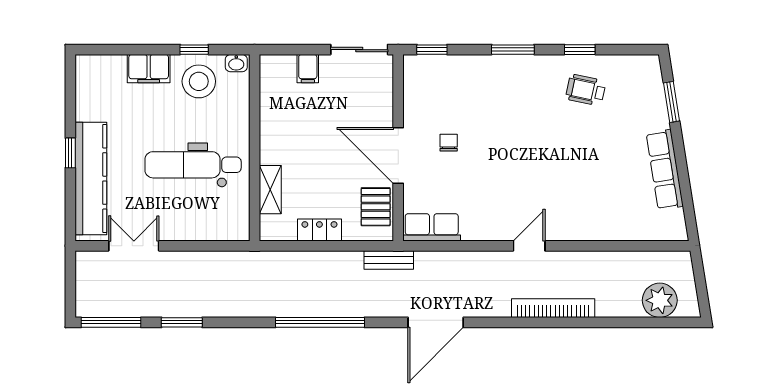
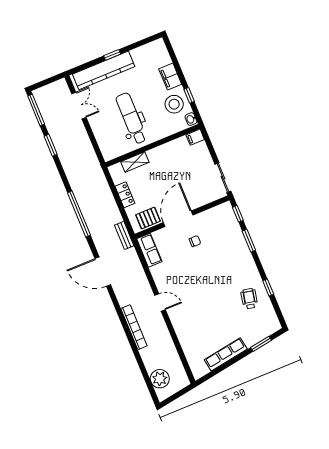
window: (513, 50) -> (249, 241), moved
filing cabinet: (308, 69) -> (195, 137), moved

